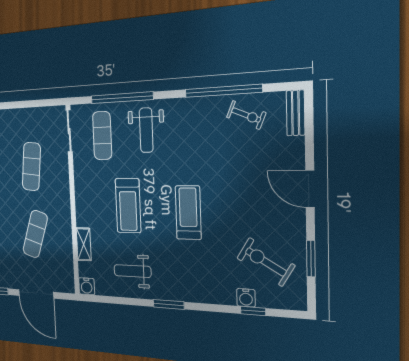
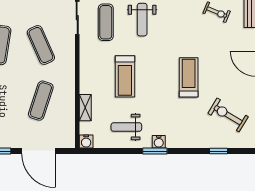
exercise mat: (31, 167) -> (41, 45), turned -30
treadmill: (188, 213) -> (189, 77), moved
water cooler: (246, 298) -> (159, 142), moved

